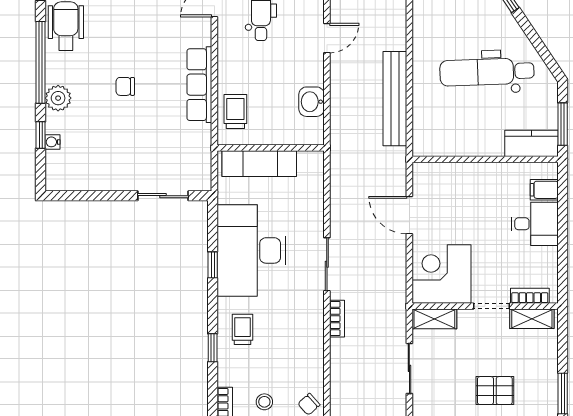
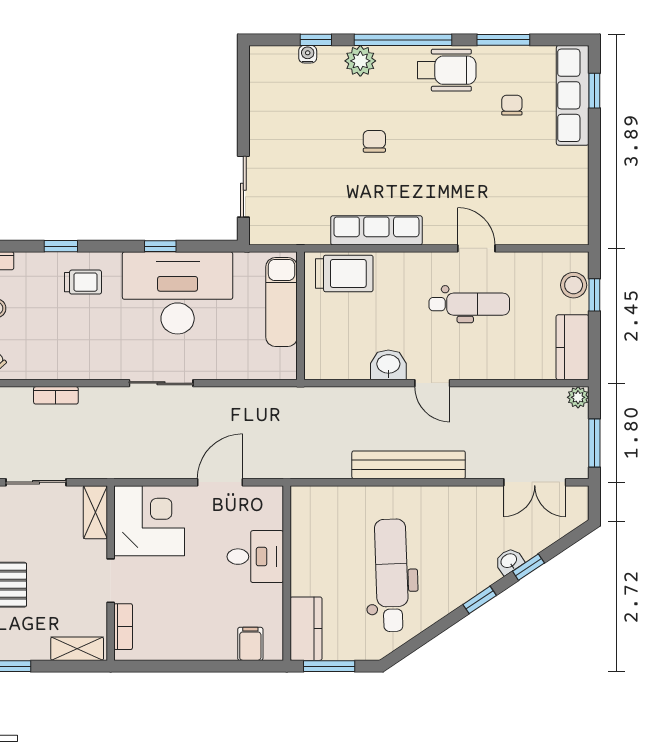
bench: (395, 99) -> (409, 465), moved
washbasin: (312, 102) -> (388, 365), moved
trolley: (235, 111) -> (344, 273), width x1.36, depth x1.39
desk: (535, 224) -> (255, 557), moved, turned -90
bookcase: (337, 319) -> (56, 395), moved
shelving: (532, 319) -> (77, 649), moved, turned 90

